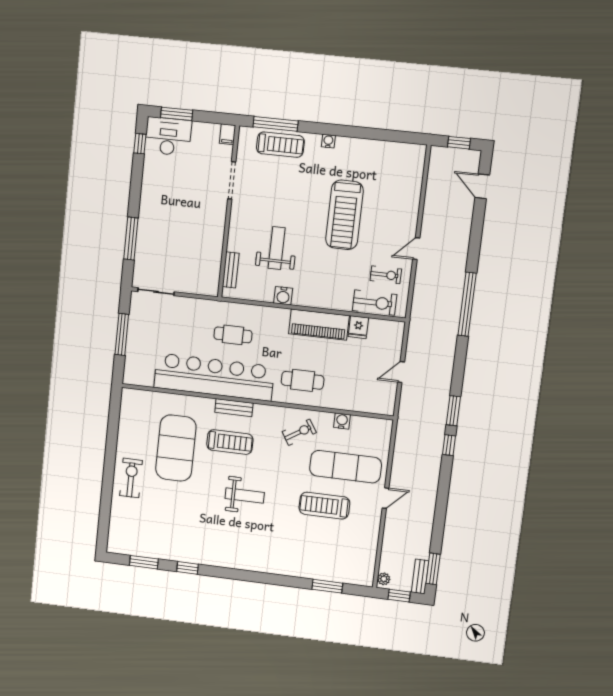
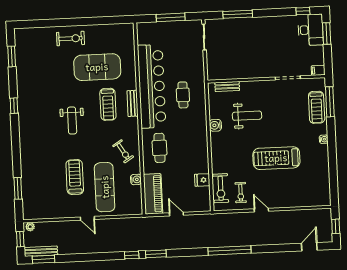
piano: (319, 325) -> (153, 194), moved, turned 180
window: (188, 568) -> (14, 106), moved
bench: (420, 576) -> (41, 251), width x1.36

